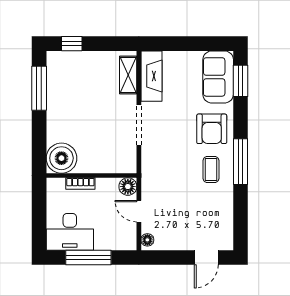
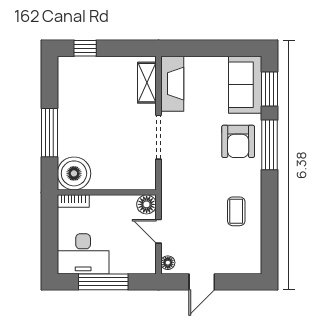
window: (39, 88) -> (50, 133), moved
window: (240, 162) -> (269, 145), moved
coffee table: (211, 170) -> (236, 211), moved
bookcase: (80, 184) -> (73, 201), moved
door: (206, 257) -> (202, 282), moved

